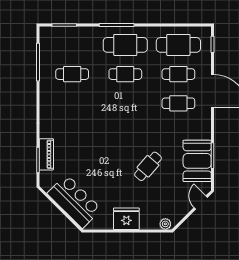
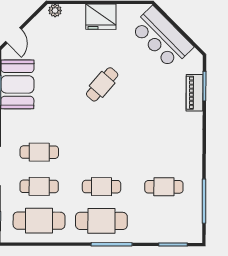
cafe table: (148, 166) -> (102, 84), moved

